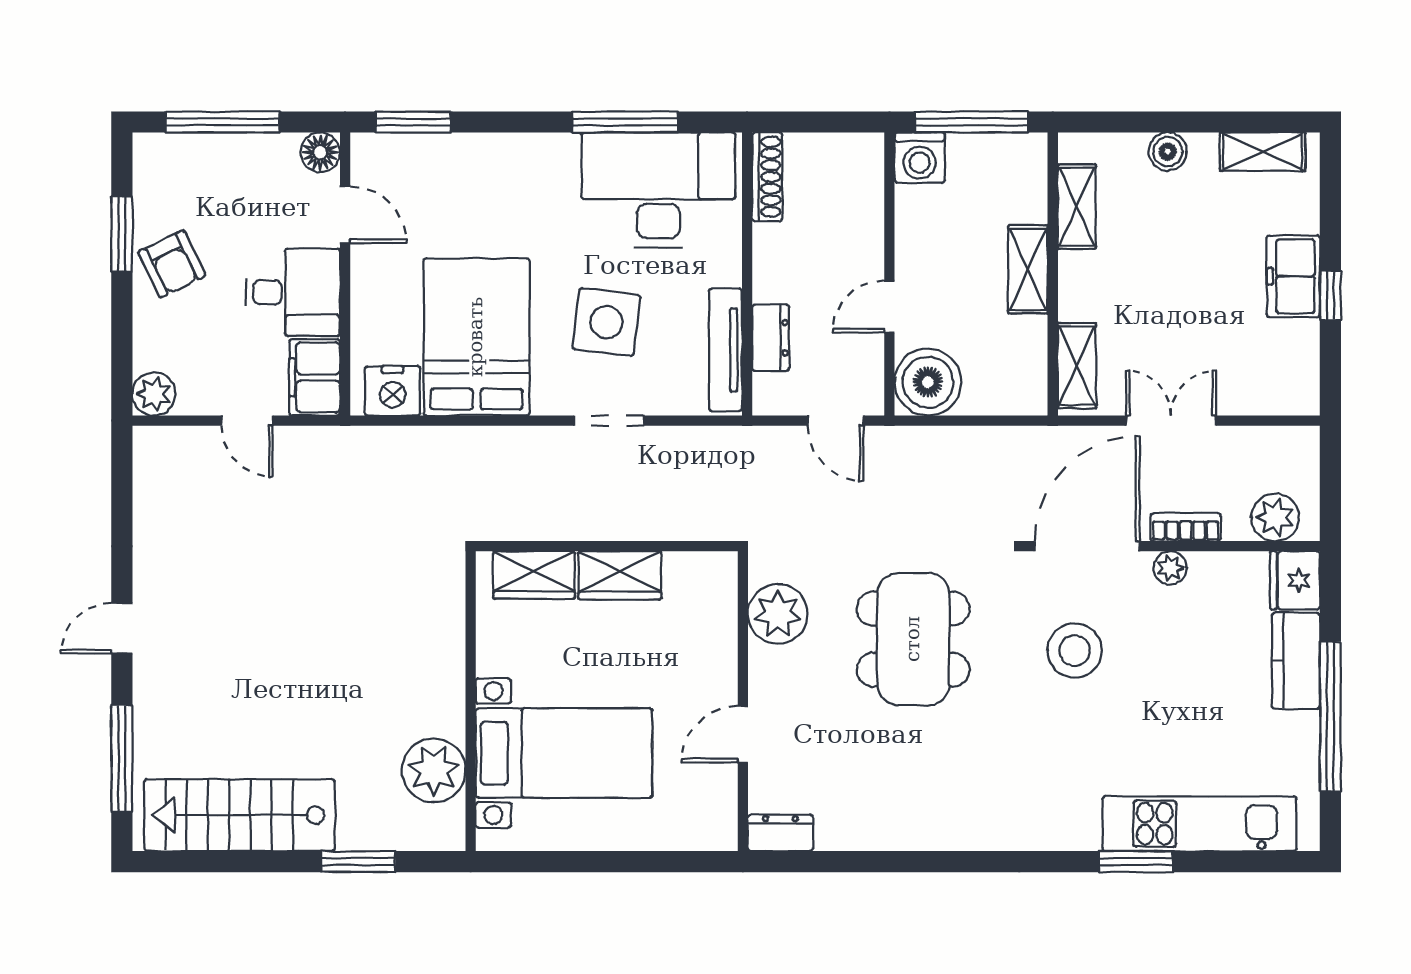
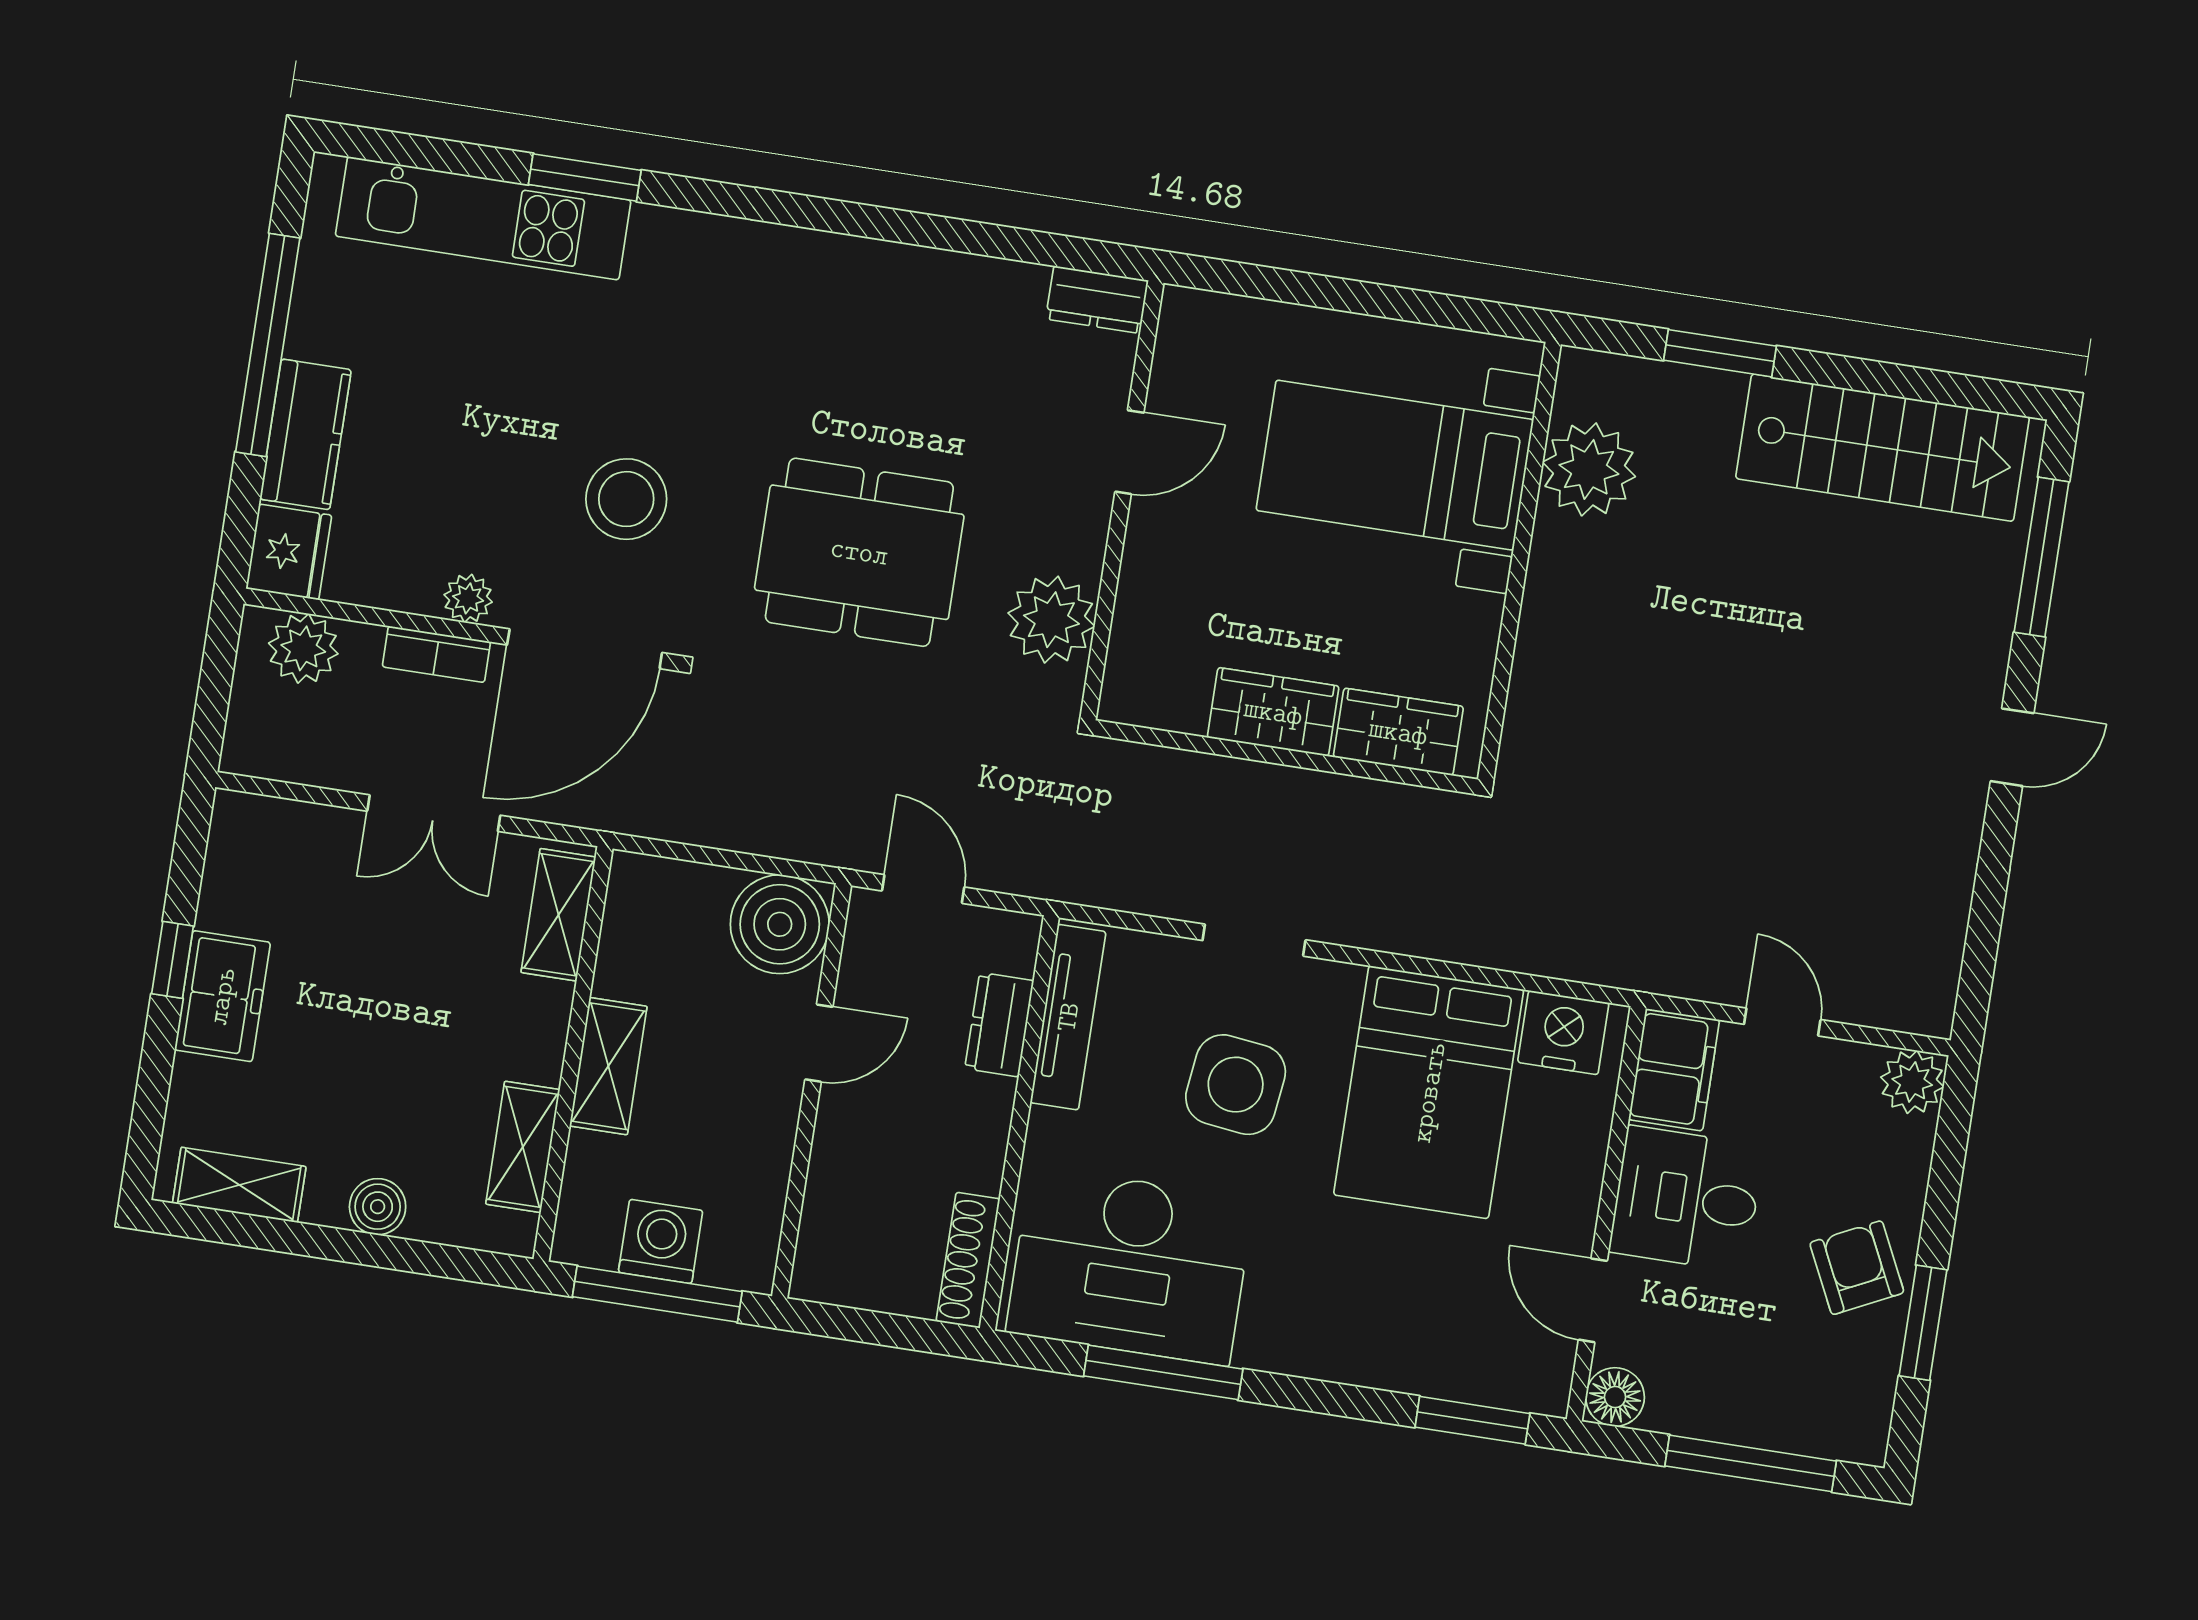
washing machine: (920, 158) -> (661, 1241), moved
dining table: (913, 639) -> (859, 552), turned 90

